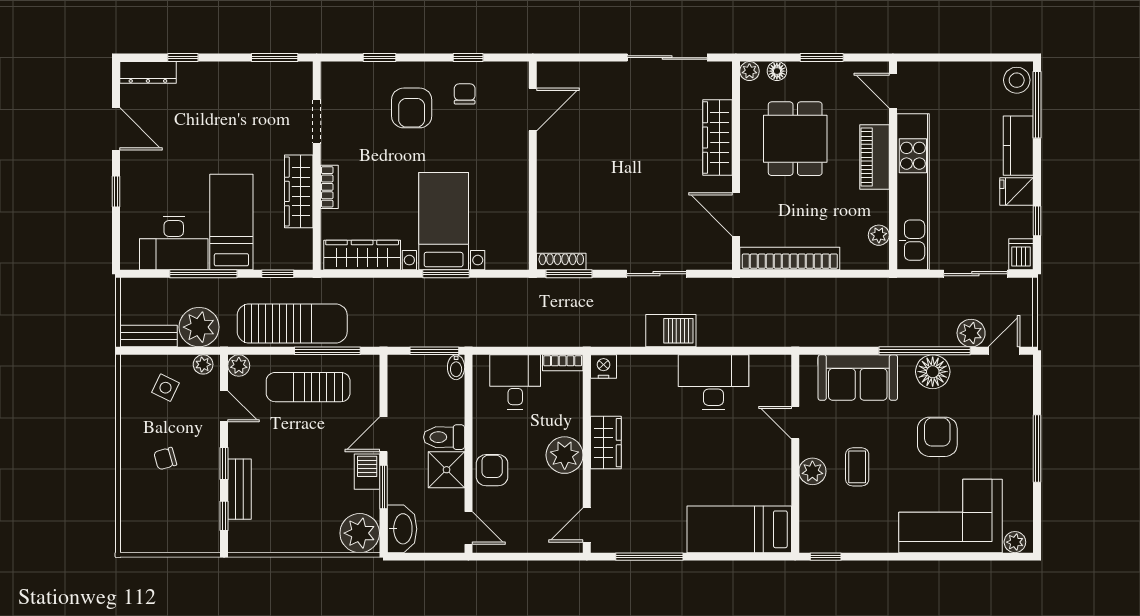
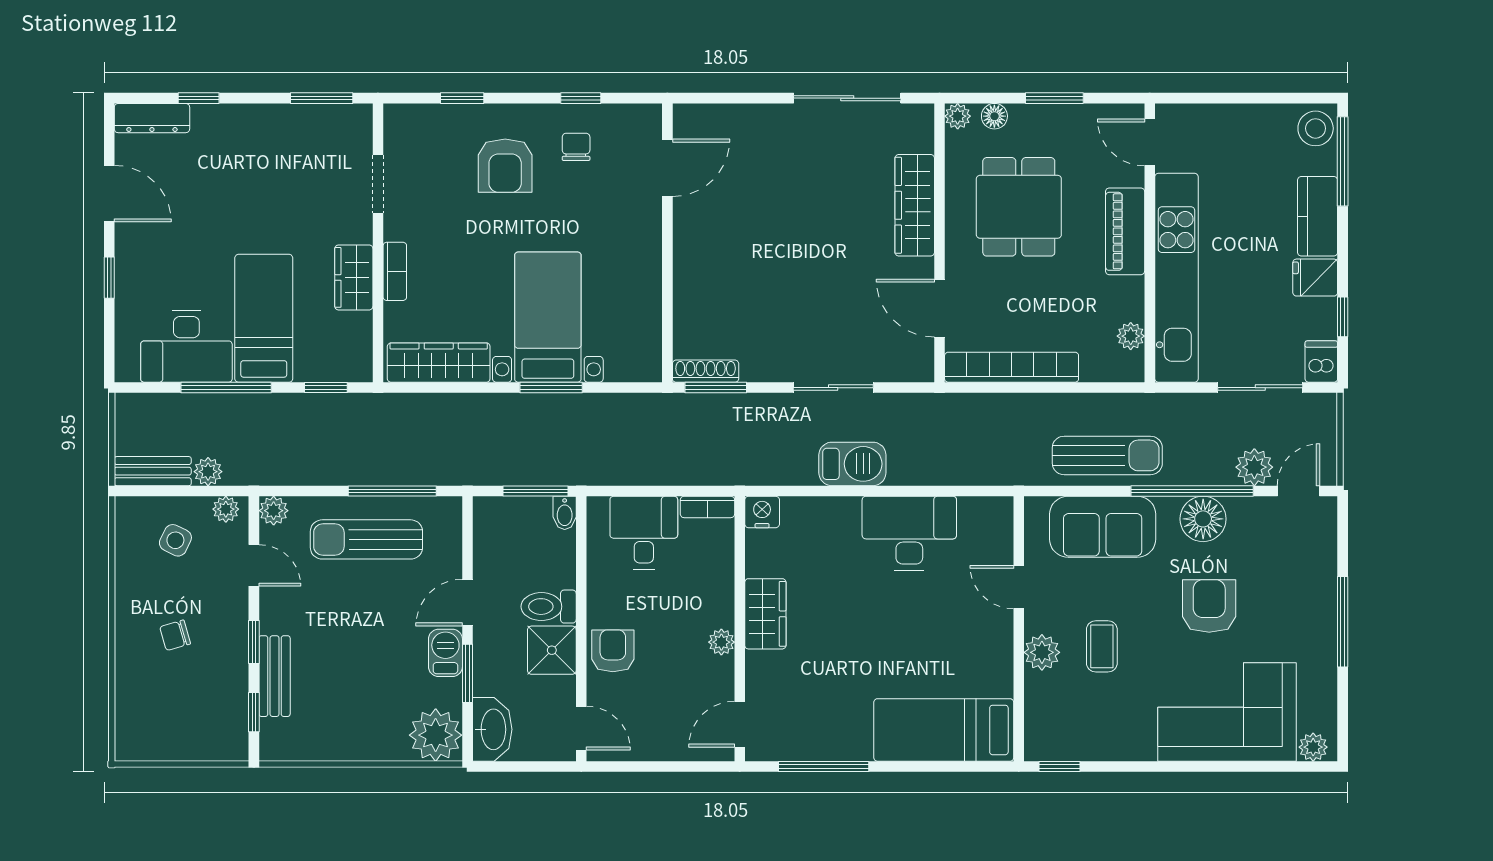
wardrobe: (299, 191) -> (354, 277), width x0.67
sun lounger: (292, 323) -> (1107, 455), moved, width x0.73, depth x0.75
plant: (199, 327) -> (208, 472), width x0.53, depth x0.53
plant: (565, 455) -> (721, 642), width x0.53, depth x0.53

